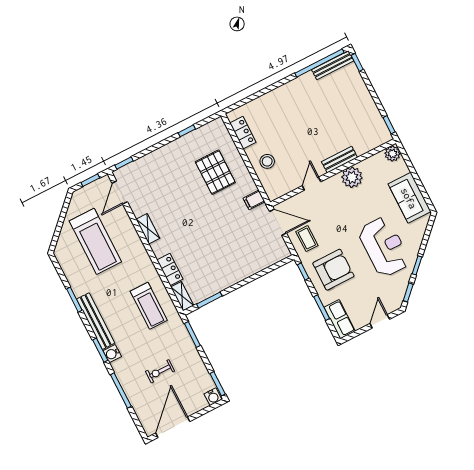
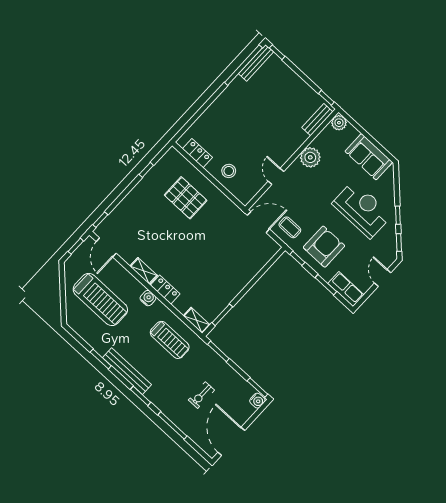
bench: (339, 160) -> (317, 120), moved
filing cabinet: (254, 200) -> (230, 210), removed
locker: (170, 270) -> (165, 290), moved
water cooler: (112, 354) -> (148, 298), moved, turned 180

